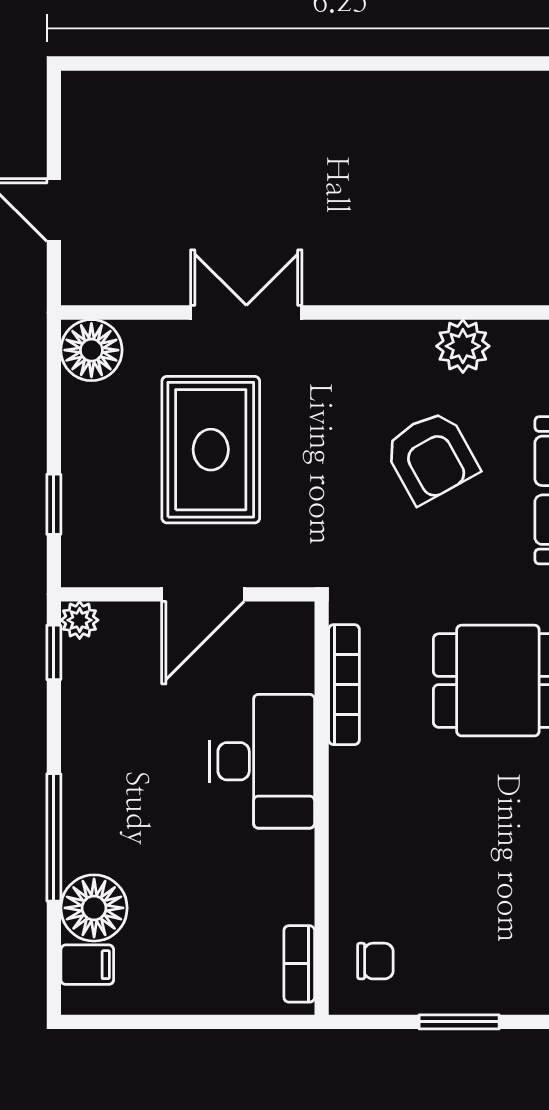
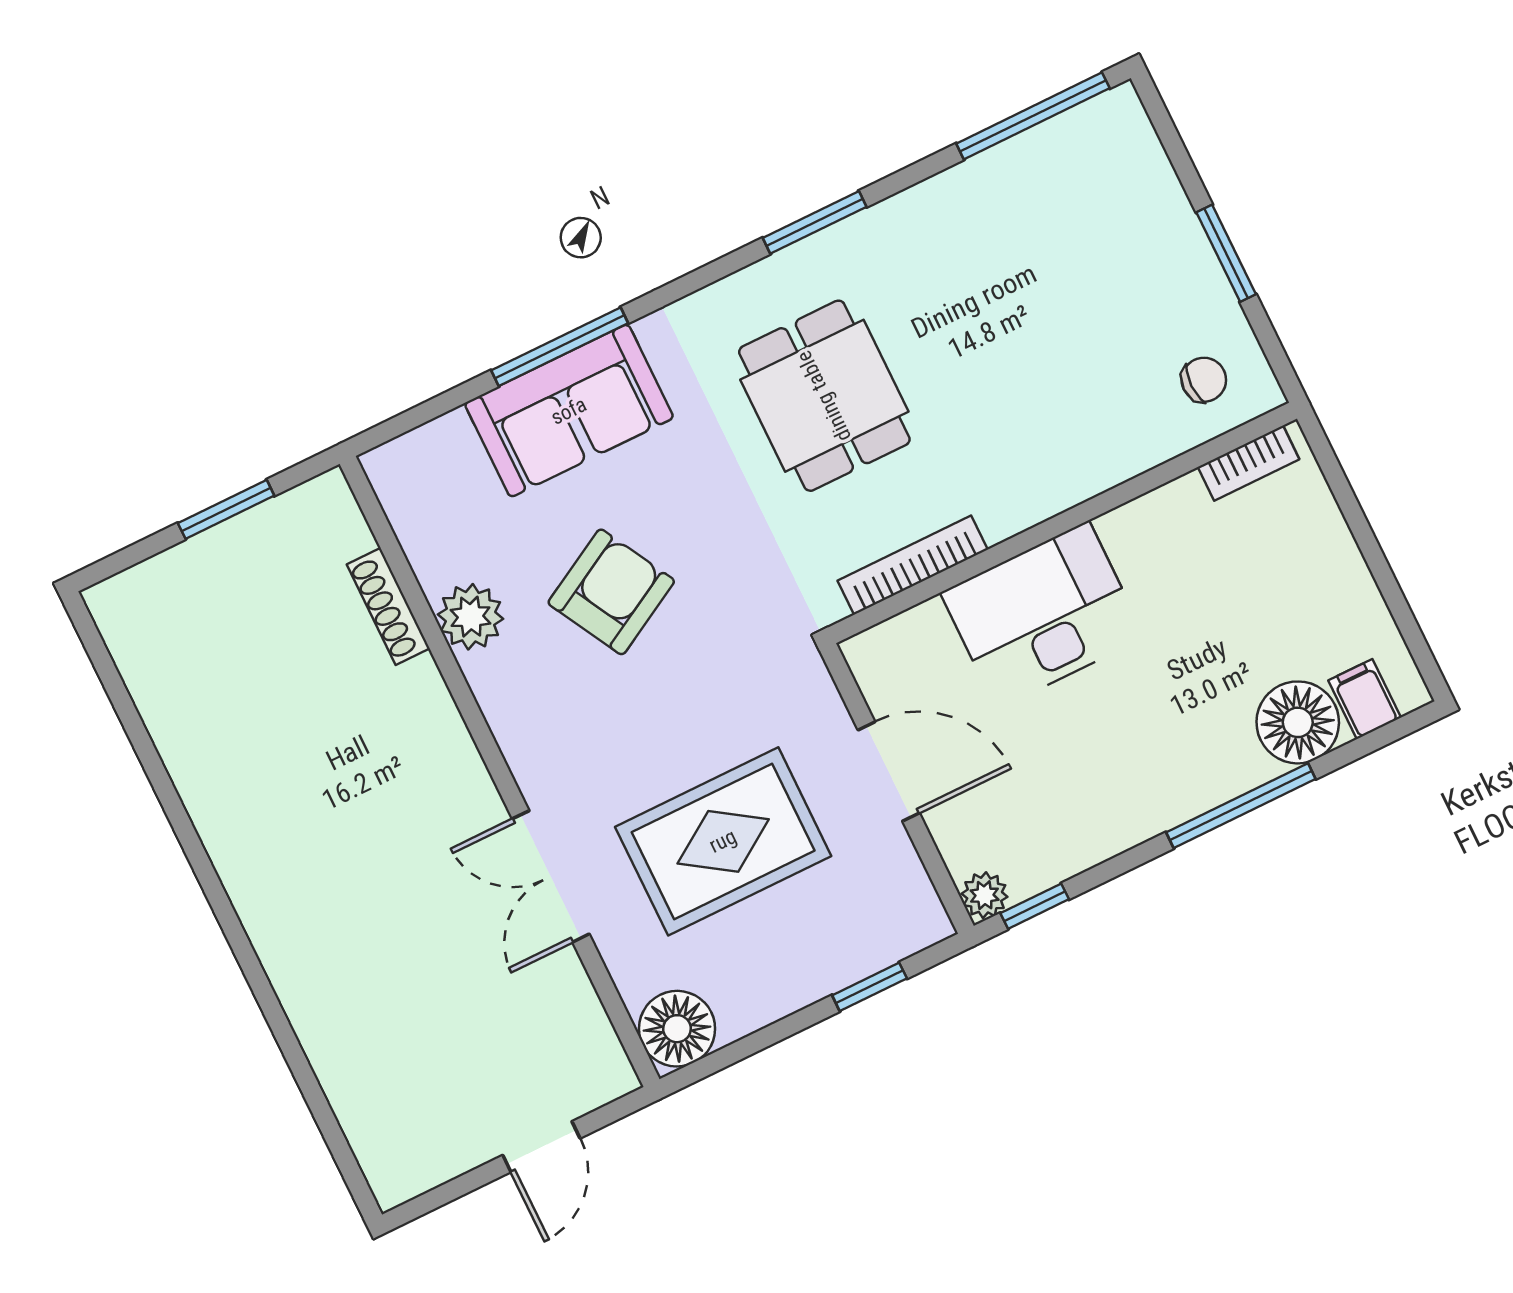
shoe rack: (499, 290) -> (388, 606), added
chair: (375, 961) -> (1204, 380), turned 90

